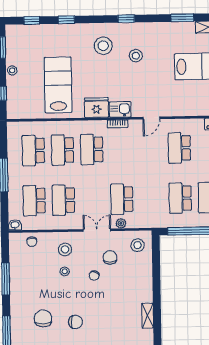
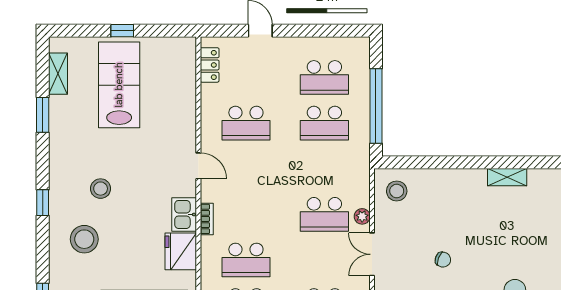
chair: (110, 257) -> (415, 234), removed

